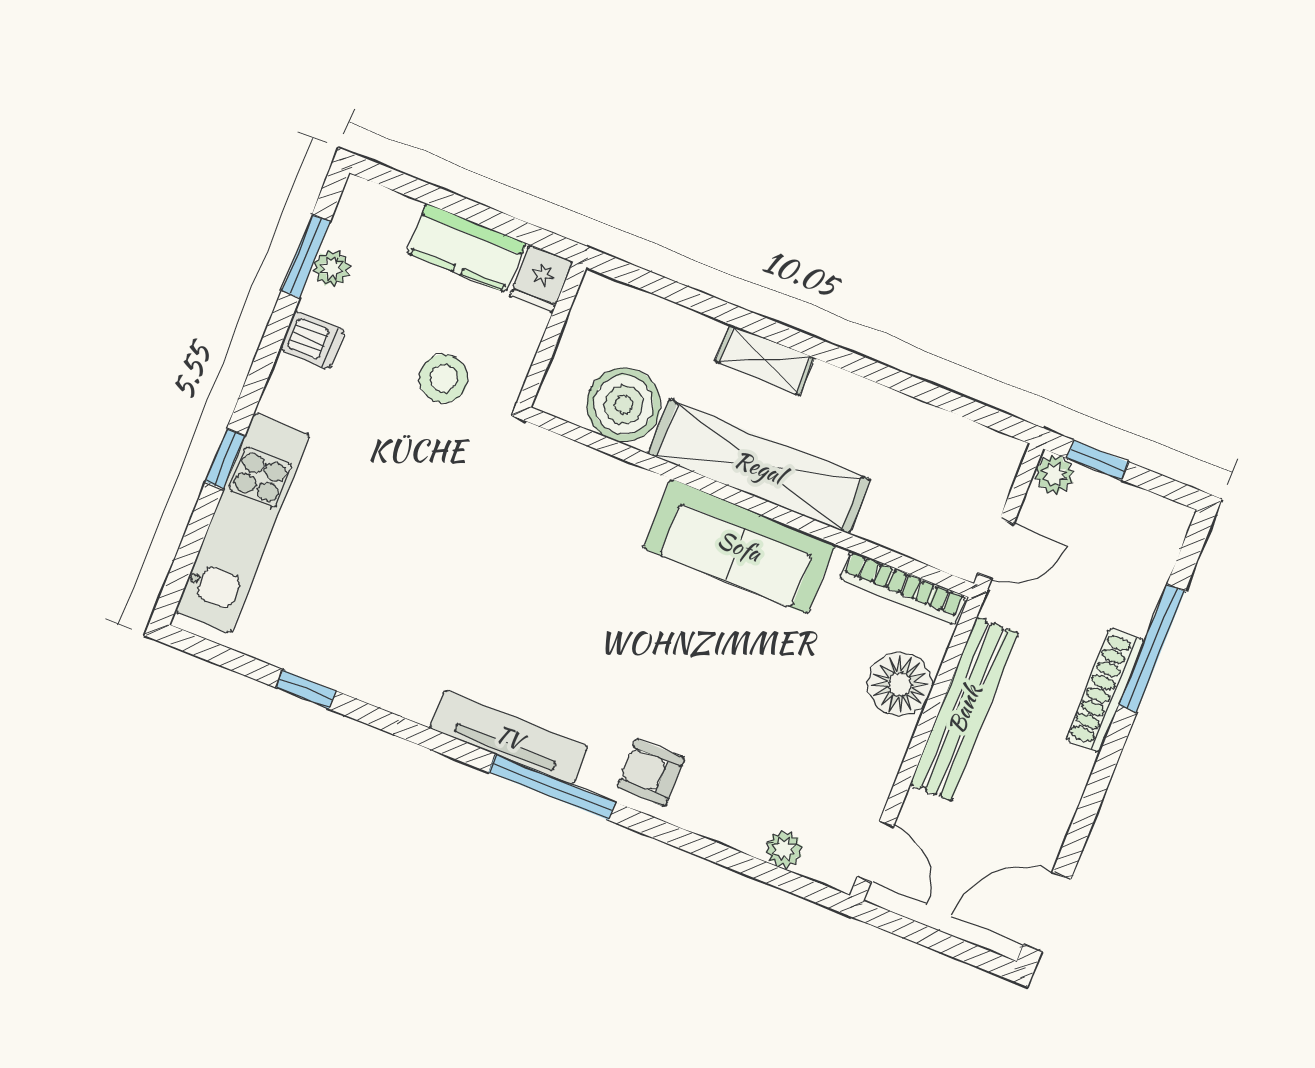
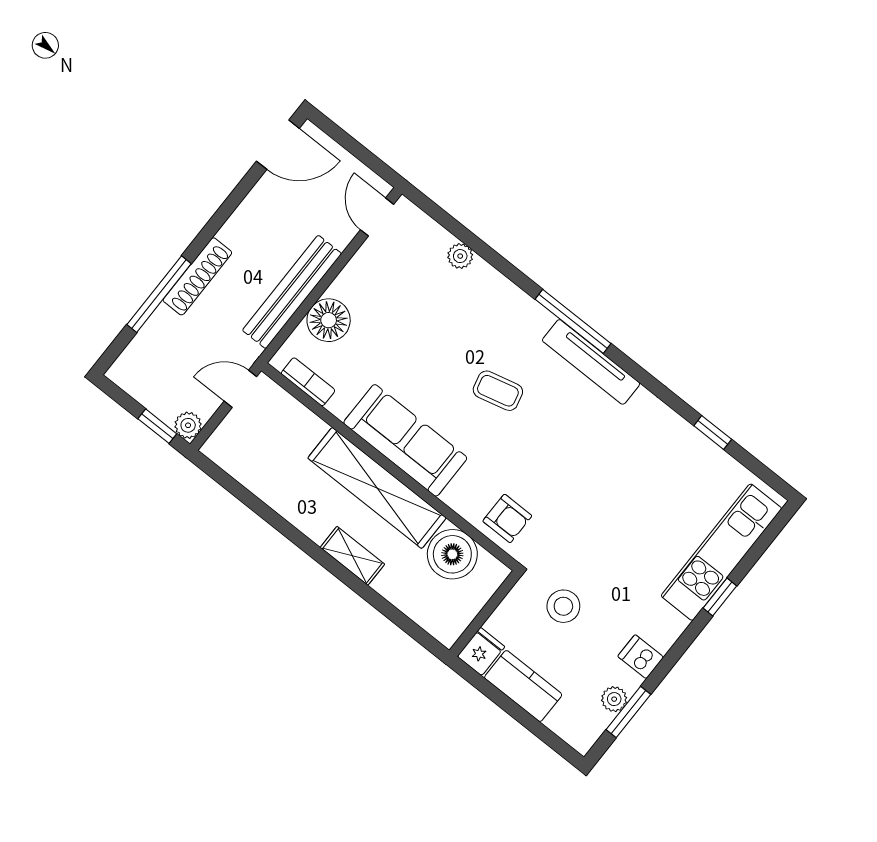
bookcase: (903, 588) -> (308, 382), width x0.64
coffee table: (629, 657) -> (498, 391), added
armchair: (651, 773) -> (507, 518), moved
plant: (784, 849) -> (460, 256), moved

